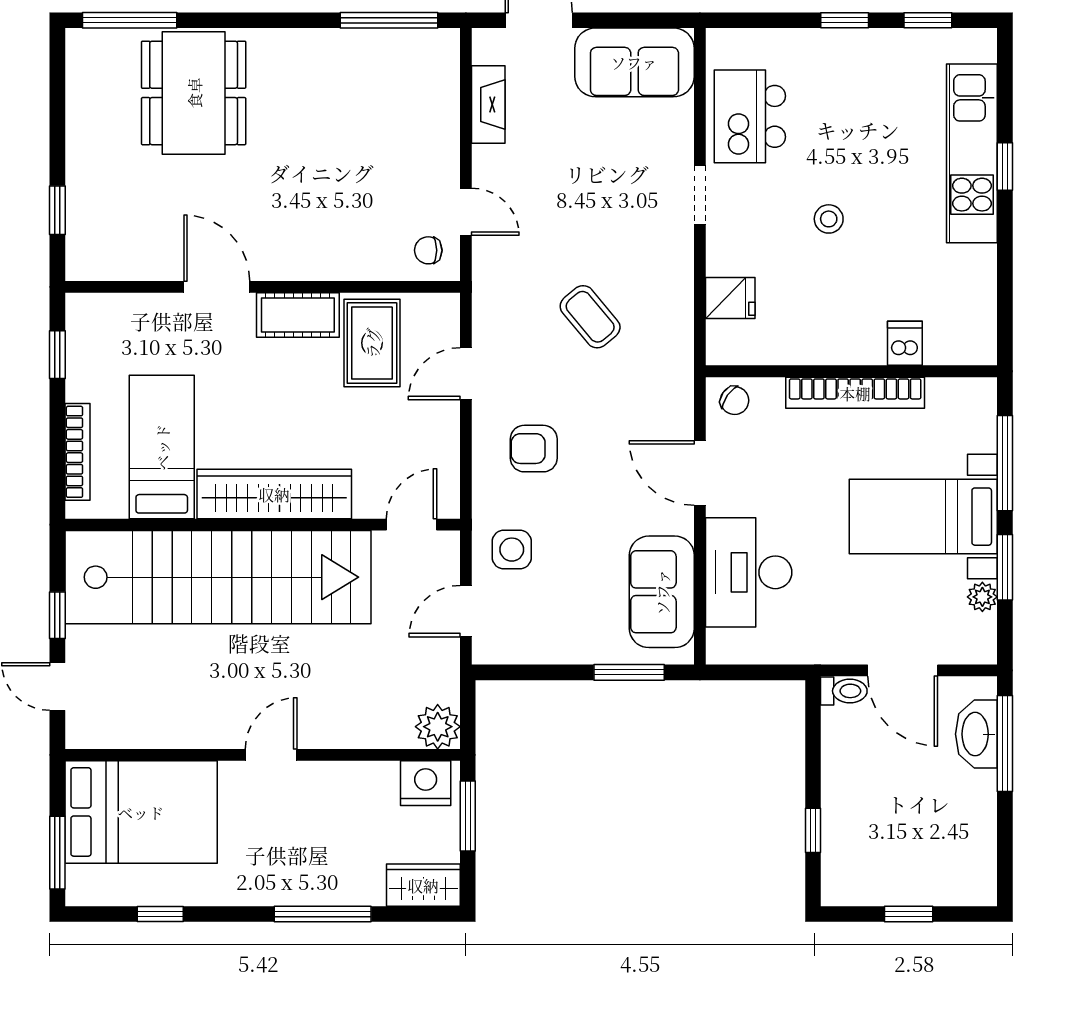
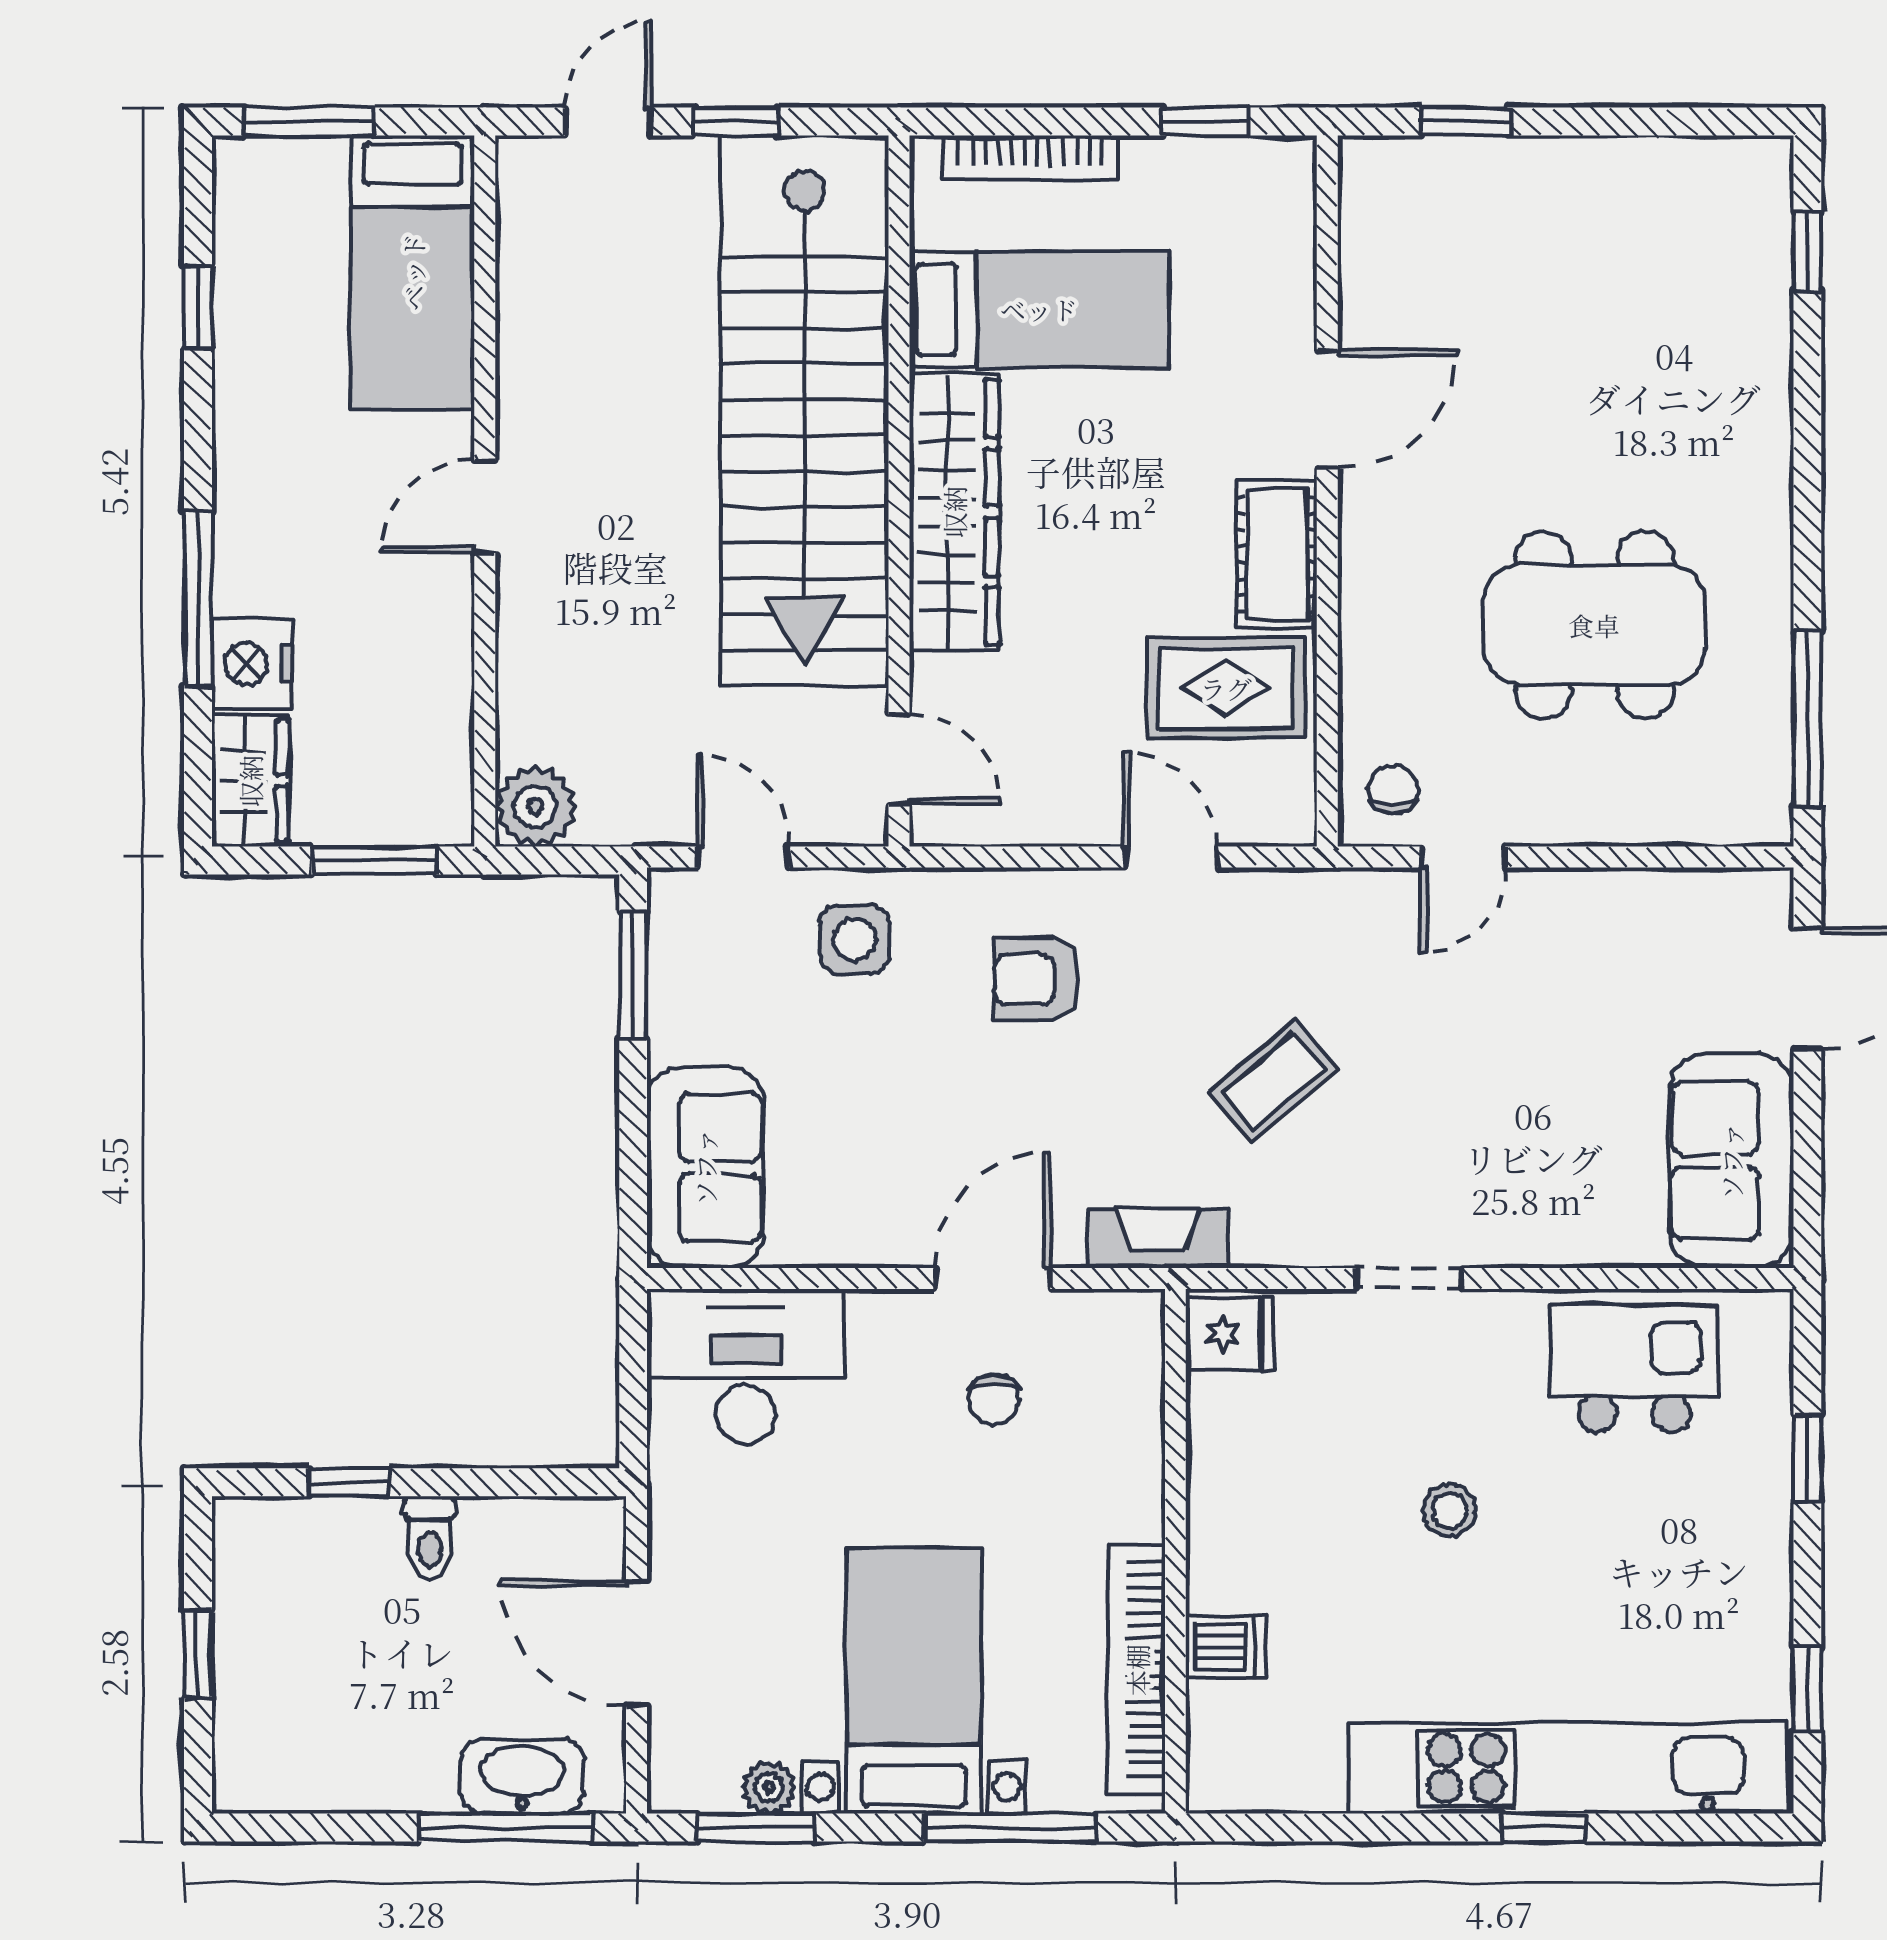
window: (130, 20) -> (1807, 252), width x0.46
window: (845, 20) -> (1807, 1458), moved
dining table: (194, 93) -> (1594, 625), moved
fireplace: (488, 105) -> (1158, 1238), moved, turned 180
kitchen unit: (972, 153) -> (1568, 1768), width x1.36
doorway: (700, 195) -> (1409, 1278), moved
fridge: (730, 298) -> (1230, 1334), moved, turned -90
bookcase: (855, 393) -> (1137, 1670), moved
chair: (735, 401) -> (994, 1399), moved, turned -35
armchair: (534, 449) -> (1036, 979), turned -90
window: (1005, 567) -> (756, 1828), moved
desk: (749, 572) -> (746, 1366), moved
sofa: (662, 592) -> (705, 1167), moved, turned 90
door: (903, 670) -> (637, 1643), hinge flipped
window: (629, 672) -> (633, 975), moved
toilet: (844, 691) -> (430, 1538), moved
door: (271, 755) -> (485, 507), swing flipped
nightstand: (426, 783) -> (252, 664), moved, turned 180
bed: (141, 812) -> (413, 272), width x0.67

